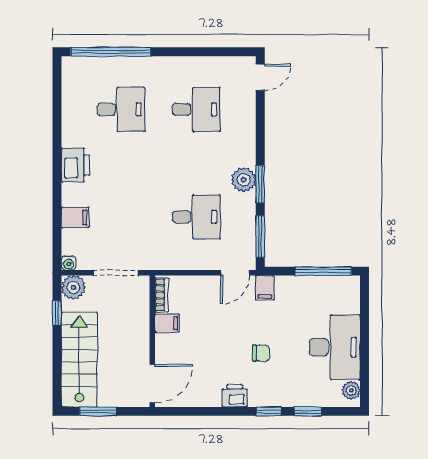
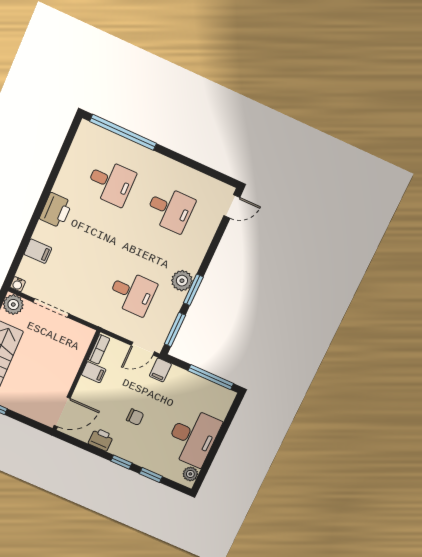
bookcase: (162, 295) -> (99, 349), moved
filing cabinet: (167, 323) -> (94, 372), moved
wall: (152, 341) -> (76, 381), moved
door: (152, 384) -> (62, 412), moved

